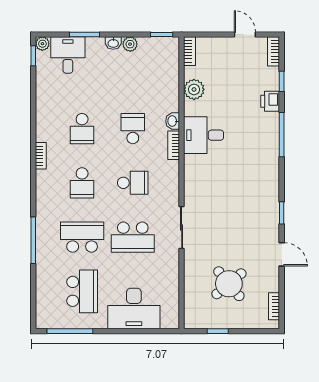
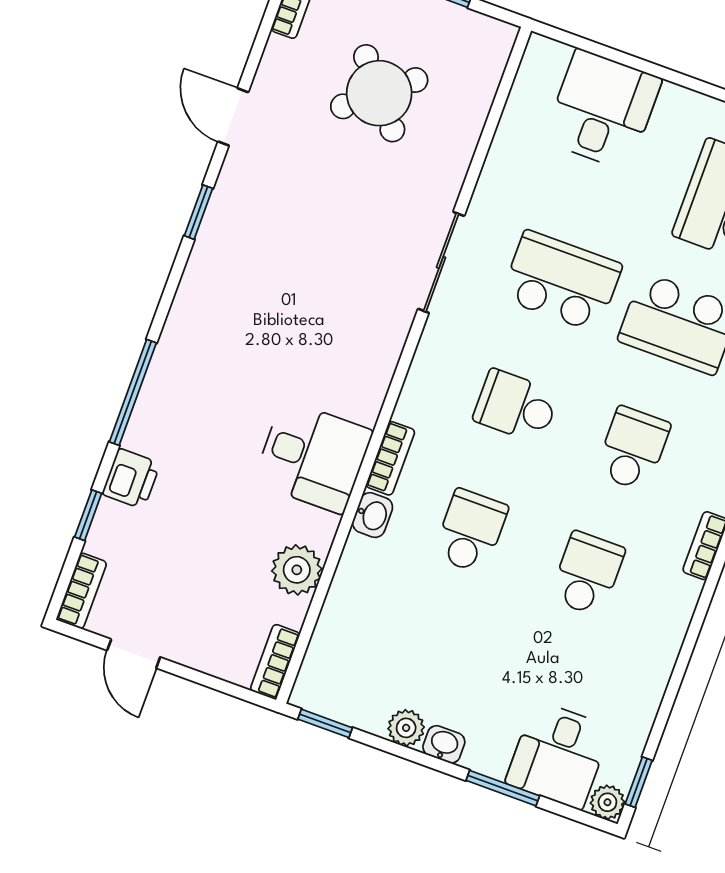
school desk: (133, 129) -> (471, 531), turned 180
desk: (134, 309) -> (603, 110), width x0.73

